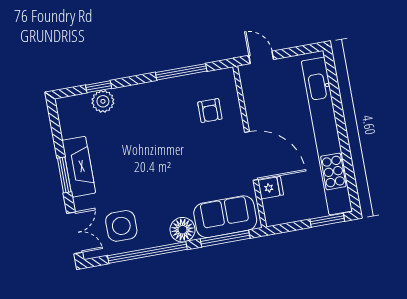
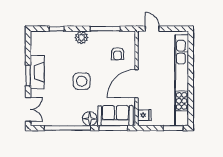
plant: (103, 101) -> (81, 37), moved
door: (251, 156) -> (136, 84), swing flipped
fridge: (271, 188) -> (144, 115), moved
side table: (121, 226) -> (82, 81), moved

